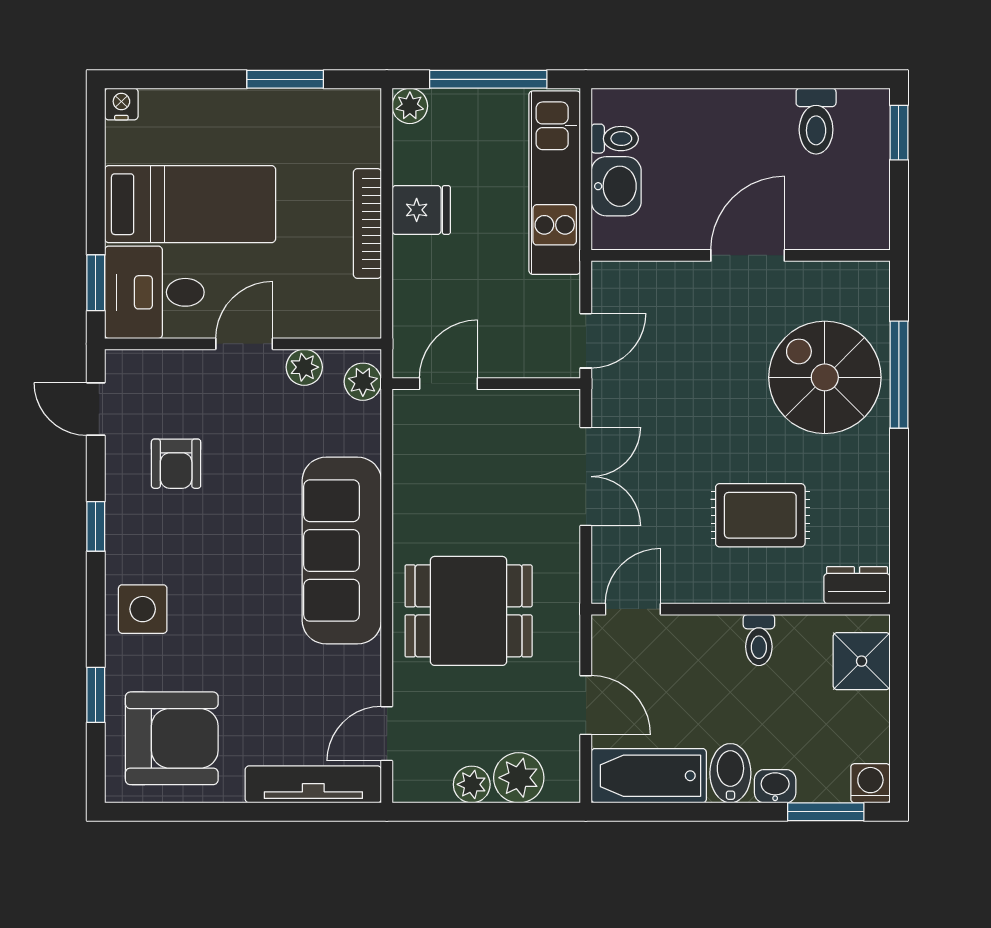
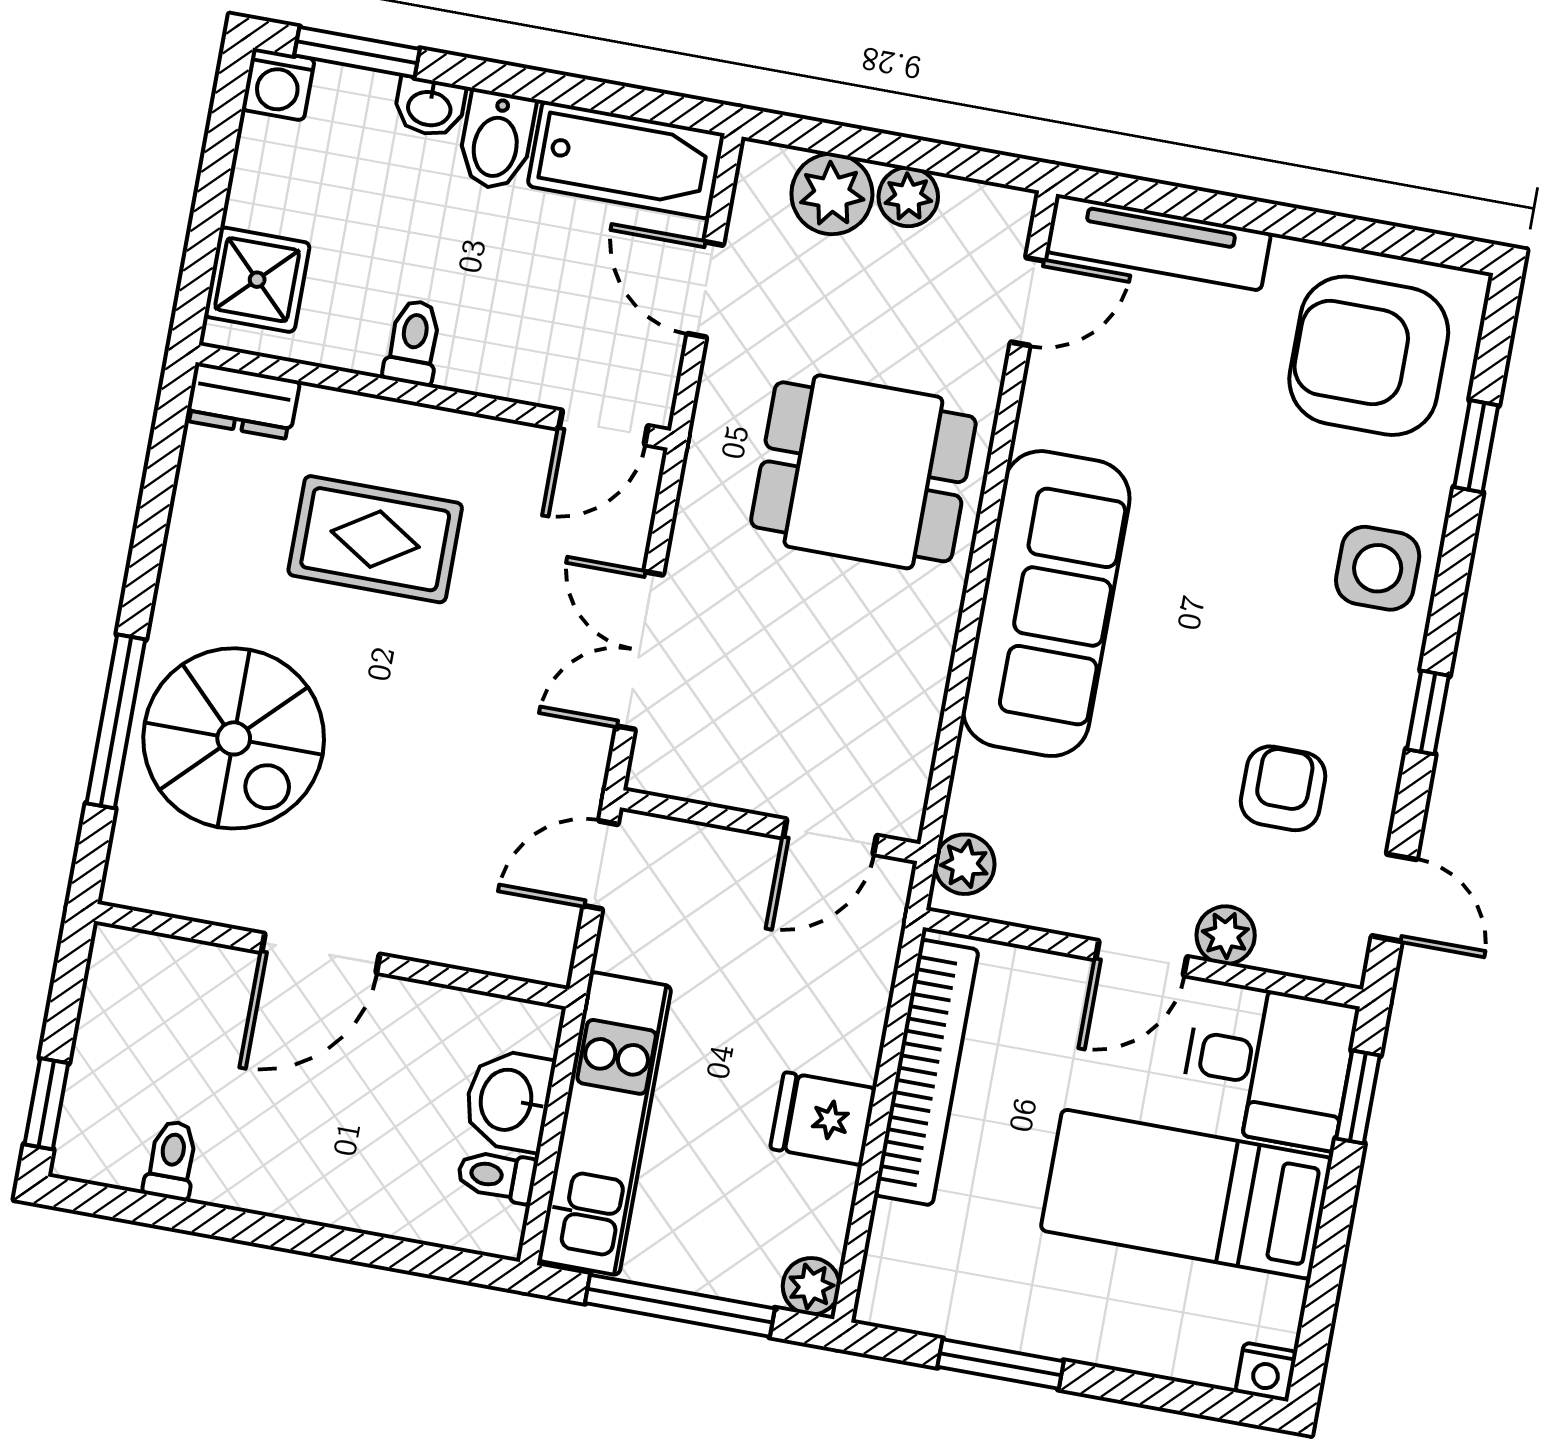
toilet: (816, 121) -> (171, 1160), width x0.73, depth x0.72
bookcase: (367, 224) -> (926, 1072), width x1.48, depth x1.31
plant: (304, 367) -> (1226, 935), moved

